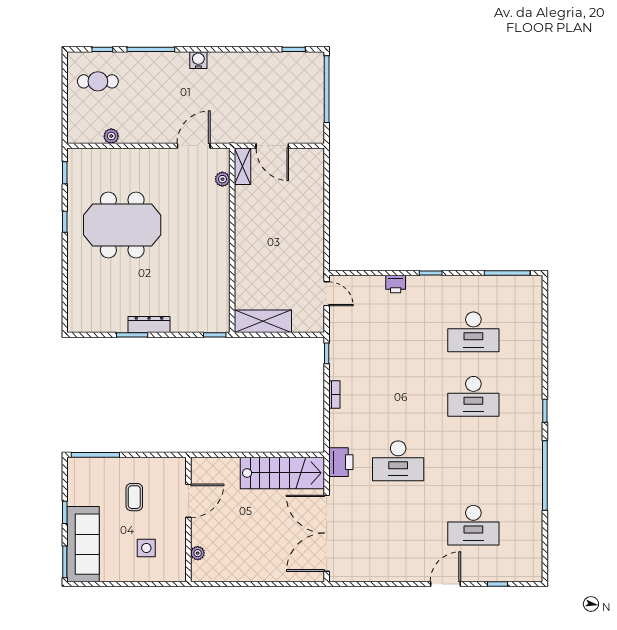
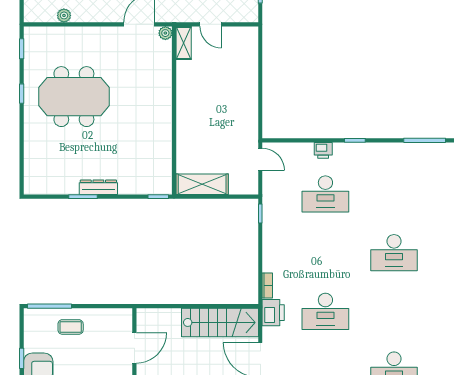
door: (272, 146) -> (211, 24), width x0.73
plant: (222, 179) -> (165, 33), moved
desk: (473, 332) -> (325, 194), moved
bookcase: (334, 394) -> (267, 286), moved
coffee table: (134, 497) -> (71, 327), moved, turned 90

